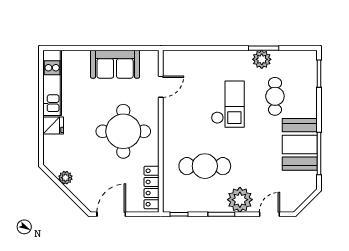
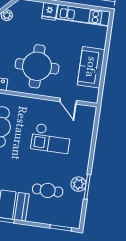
checkout: (228, 104) -> (51, 138), moved

